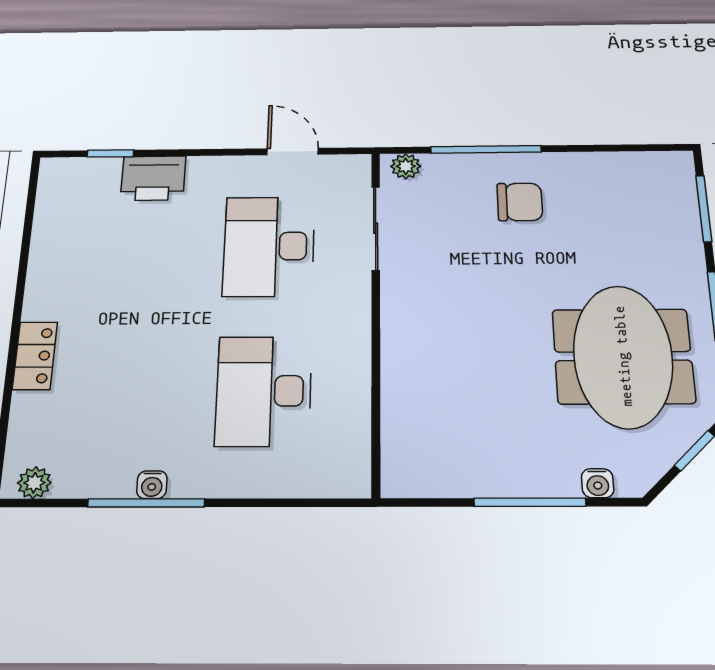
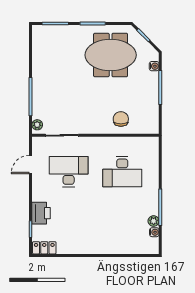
chair: (520, 202) -> (121, 119), moved
desk: (269, 246) -> (69, 172), turned 180
locker: (35, 356) -> (44, 248), moved
plant: (34, 483) -> (154, 221), moved
water cooler: (152, 485) -> (154, 232), moved

